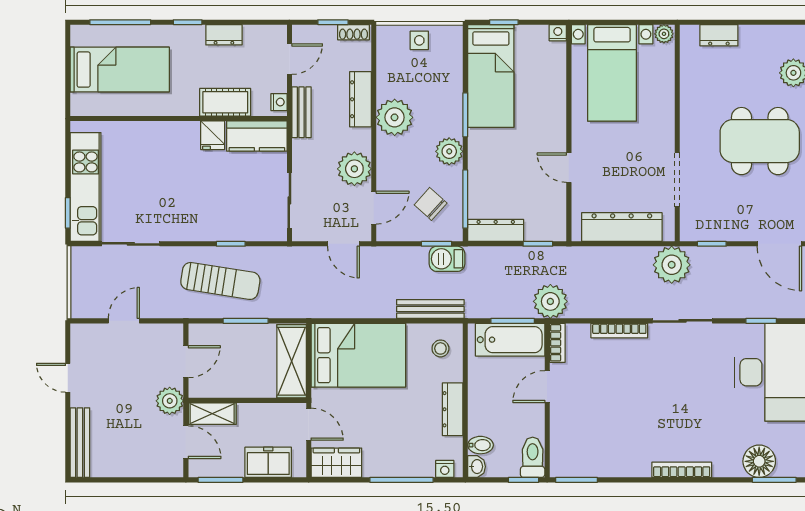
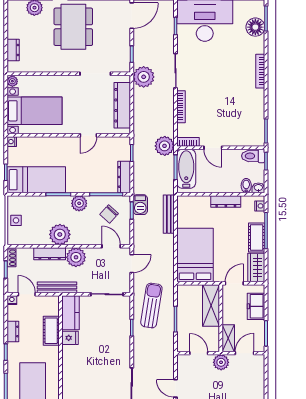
nightstand: (279, 102) -> (12, 300), moved
bench: (302, 112) -> (57, 287), width x1.36
plant: (354, 169) -> (76, 257), moved
sun lounger: (220, 281) -> (151, 306), moved
stool: (440, 348) -> (191, 208), removed
shelving: (292, 361) -> (211, 306), moved, turned 90
cot: (389, 464) -> (257, 237), added

